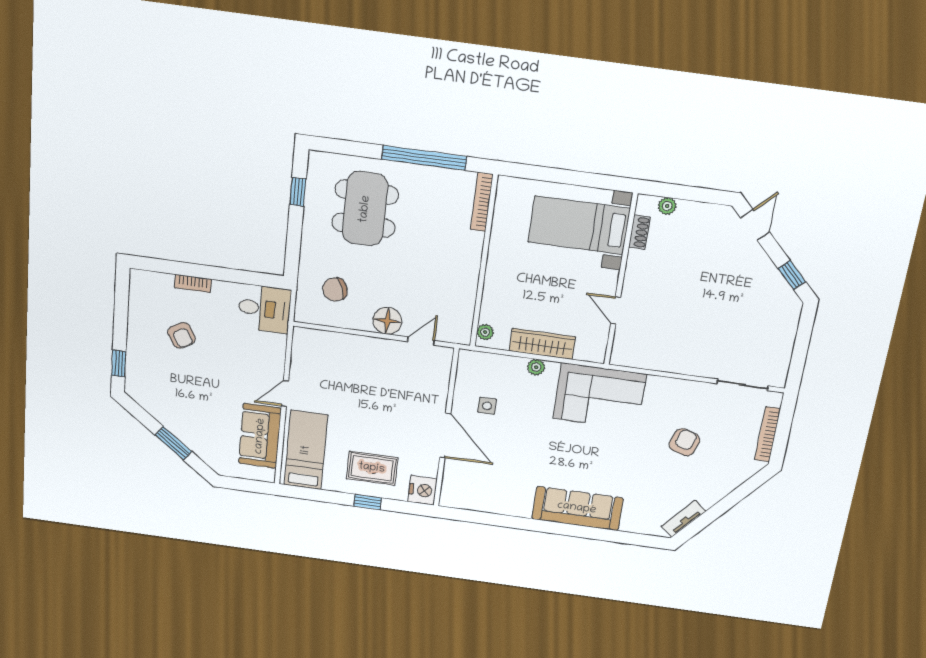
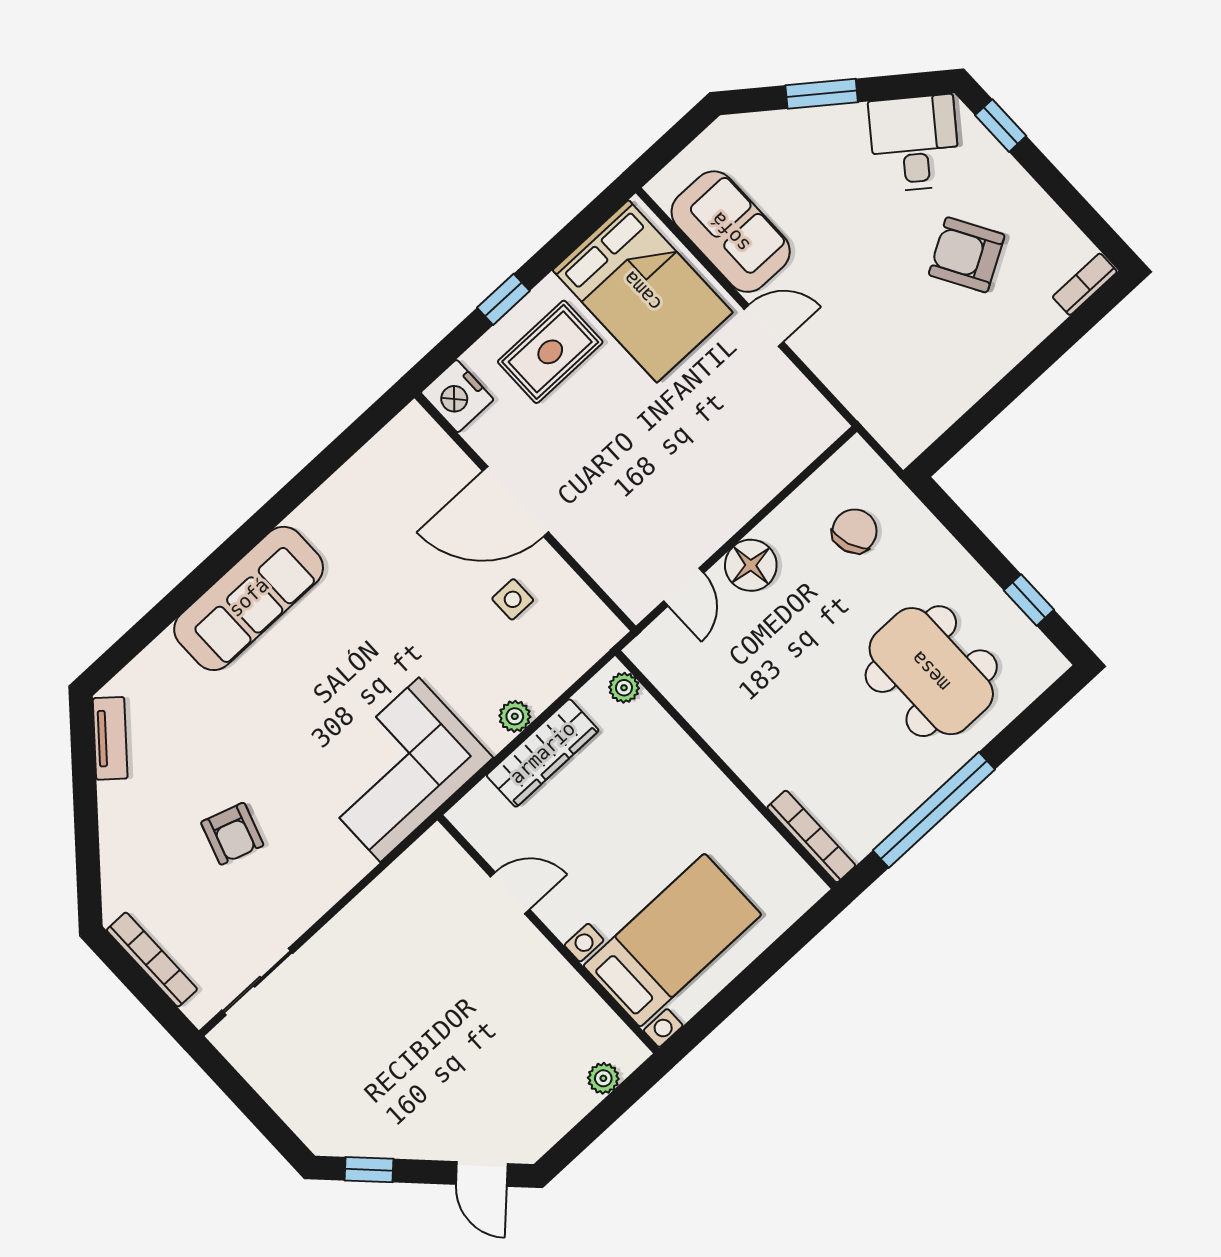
shoe rack: (639, 232) -> (597, 1013), removed
bookcase: (193, 283) -> (1085, 284), moved
desk: (264, 309) -> (914, 143), moved, turned 127
armchair: (182, 335) -> (967, 255), width x1.38, depth x1.38
door: (285, 394) -> (764, 325), hinge flipped
bed: (306, 450) -> (643, 291), width x1.50

